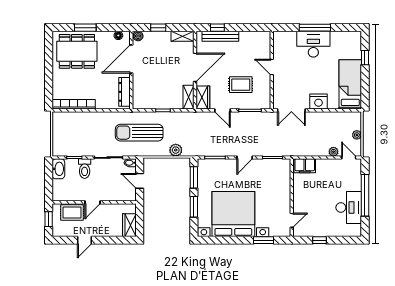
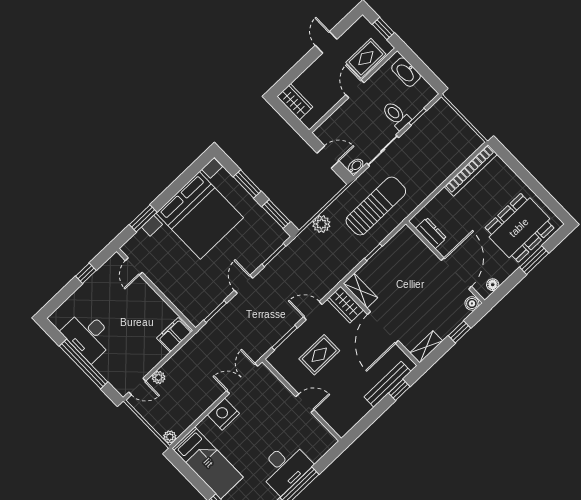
dresser: (124, 92) -> (431, 233), width x0.70
plant: (357, 135) -> (170, 437), moved
washbasin: (58, 169) -> (406, 72), moved

